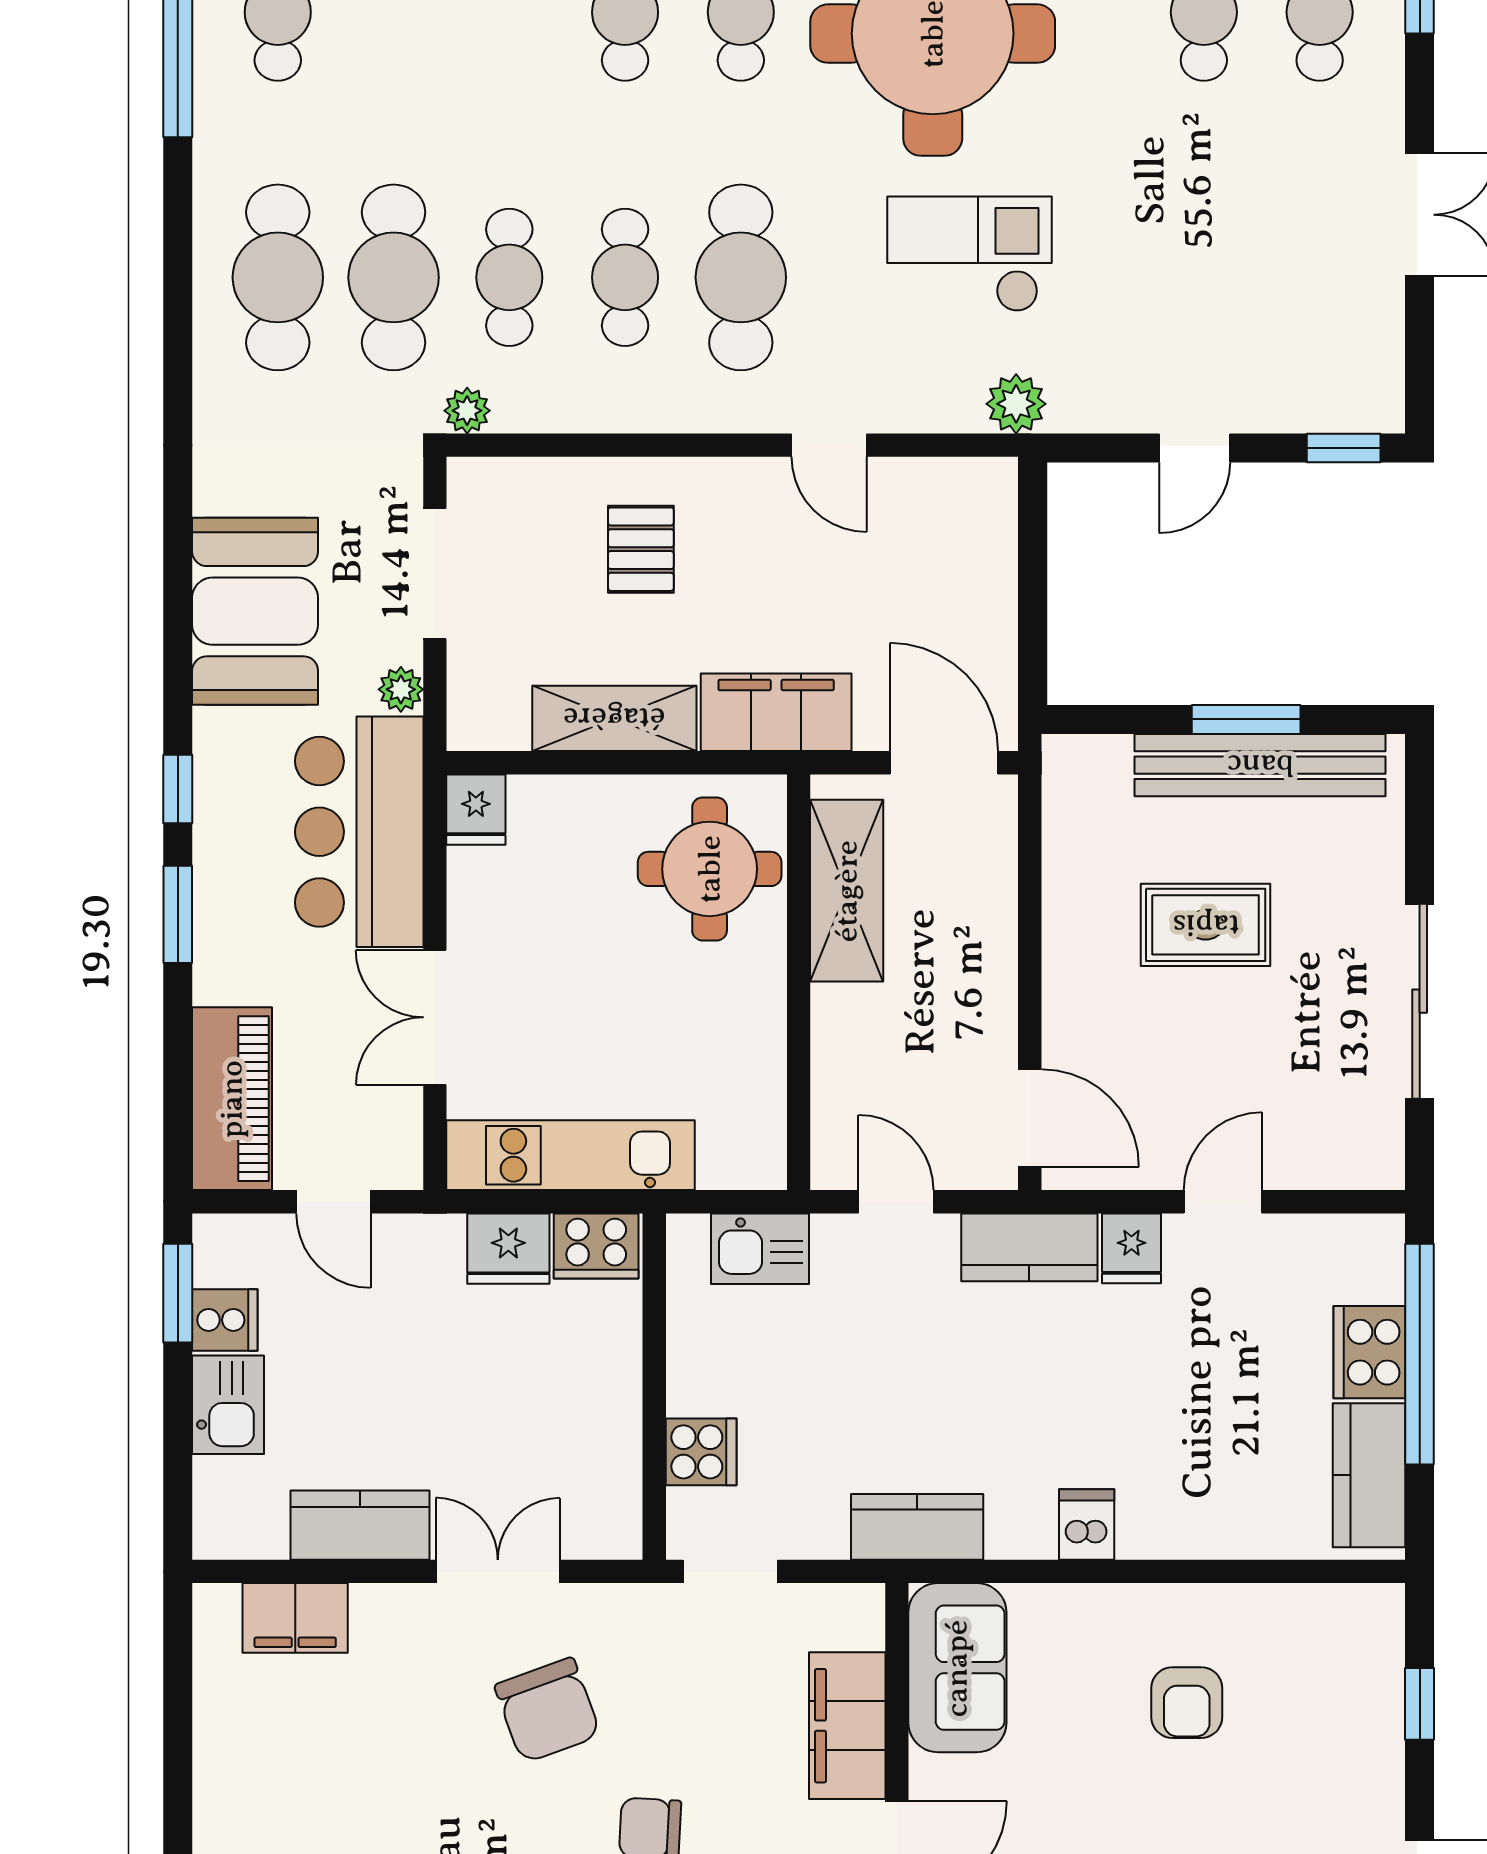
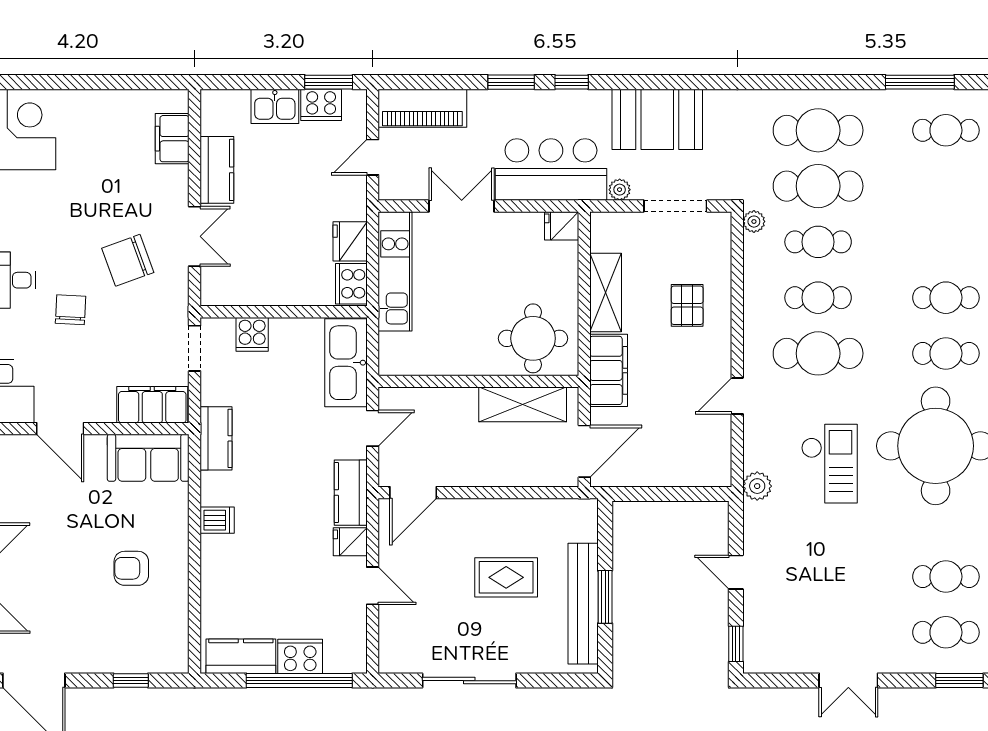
pallet: (641, 549) -> (687, 305), turned 90
rug: (1206, 925) -> (506, 577), turned 90
kitchen sink: (760, 1249) -> (346, 363), width x1.88, depth x1.24
cooker: (225, 1320) -> (321, 105), width x1.36
filing cabinet: (847, 1726) -> (152, 405), moved

